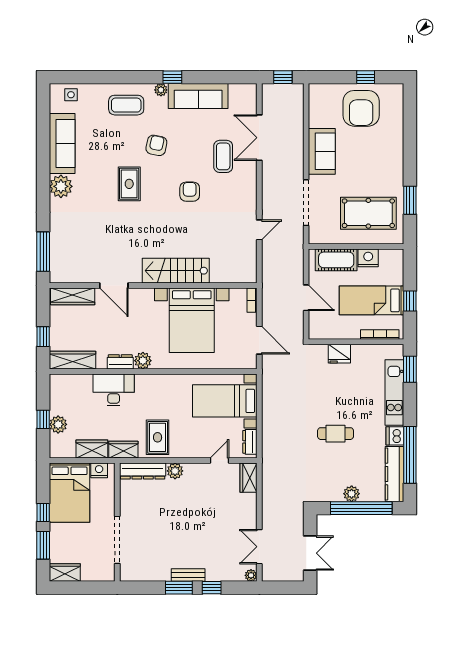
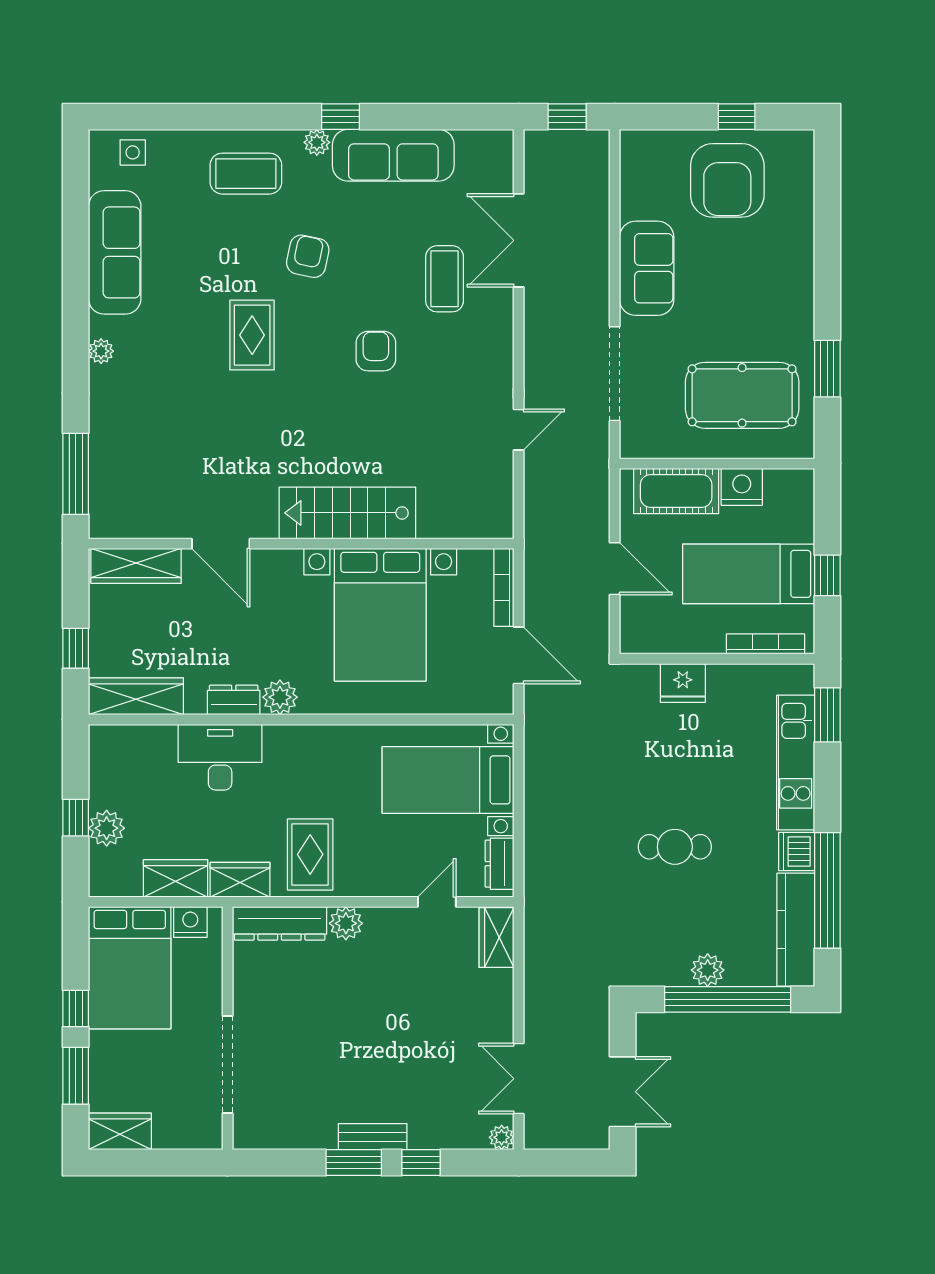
plant: (61, 186) -> (101, 351), width x0.53, depth x0.53
bookcase: (252, 300) -> (504, 587), width x1.56

